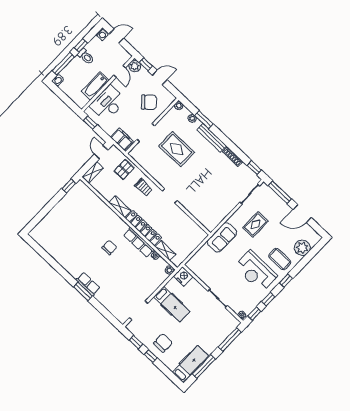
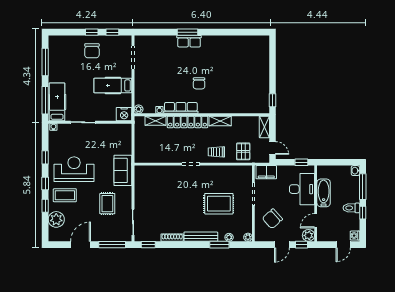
door: (120, 72) -> (316, 221), hinge flipped
window: (254, 314) -> (45, 206), moved
hospital bed: (190, 364) -> (57, 102), moved, turned 180

